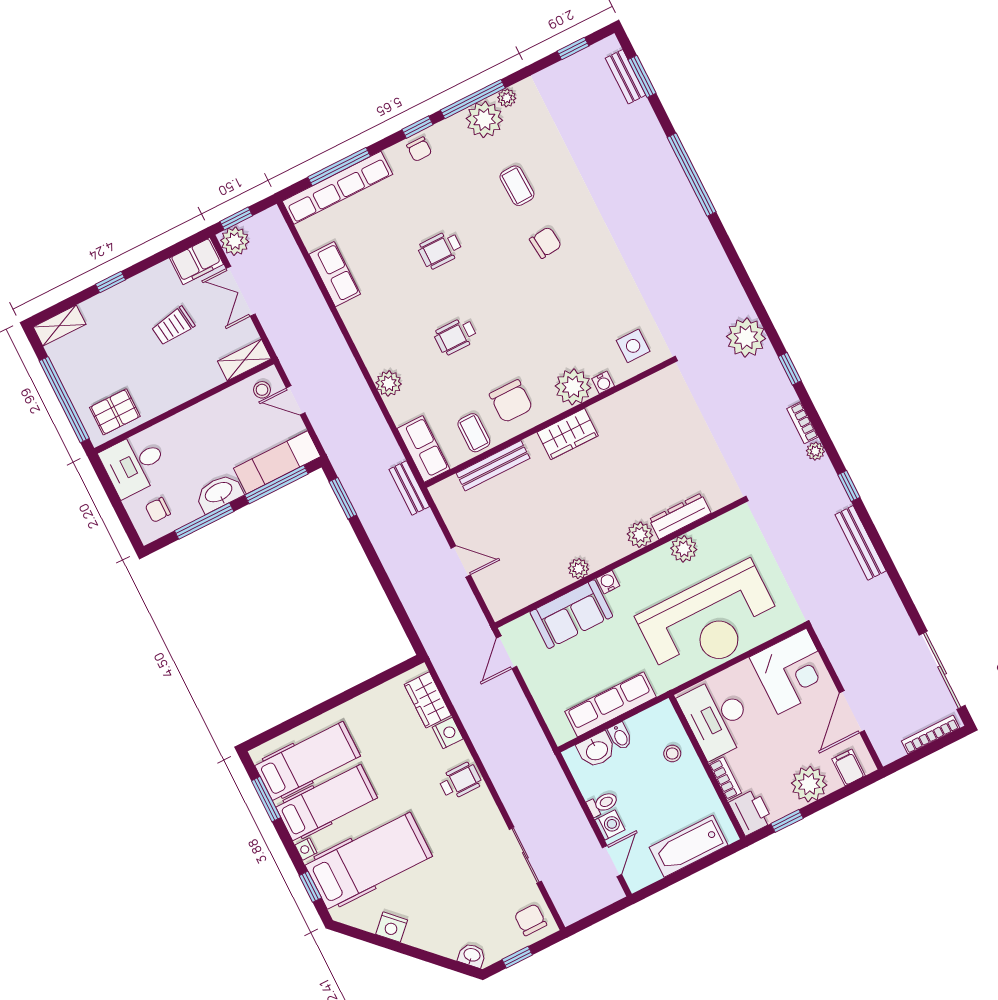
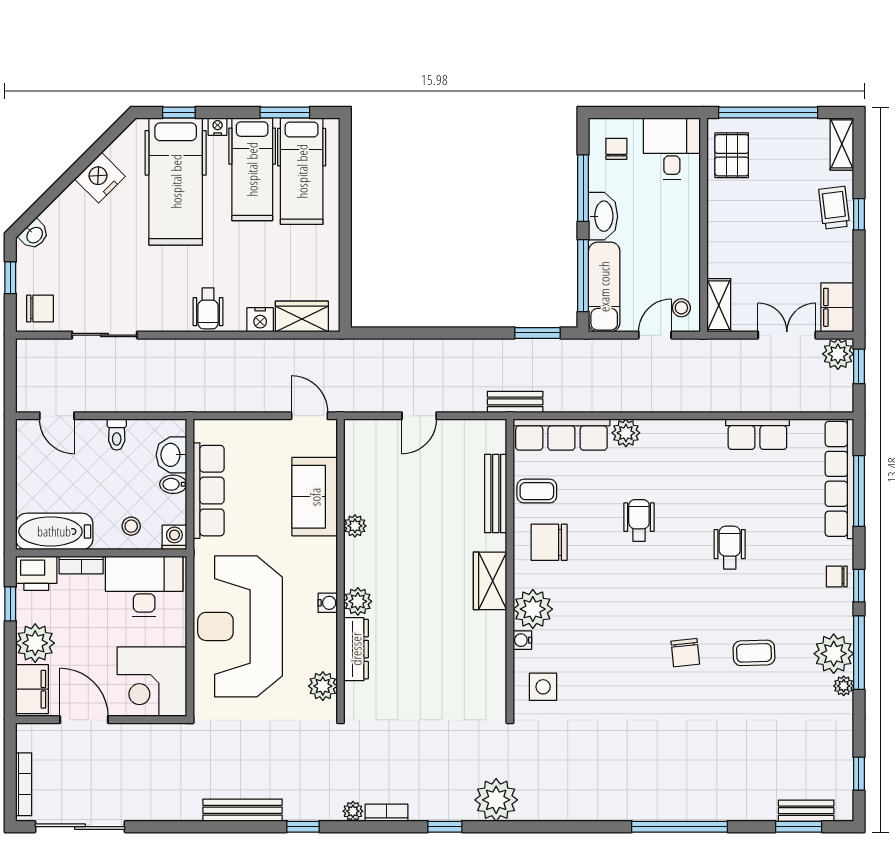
trolley: (173, 326) -> (834, 208), moved
row of seats: (423, 449) -> (561, 435), width x1.48
plant: (684, 549) -> (323, 686), moved
water cooler: (608, 582) -> (328, 603), moved
filing cabinet: (848, 767) -> (32, 689), width x2.00
washing machine: (610, 825) -> (174, 537), moved, turned 180
bathtub: (689, 846) -> (54, 531), moved, turned -90
nightstand: (392, 927) -> (100, 178), width x1.36, depth x1.33

